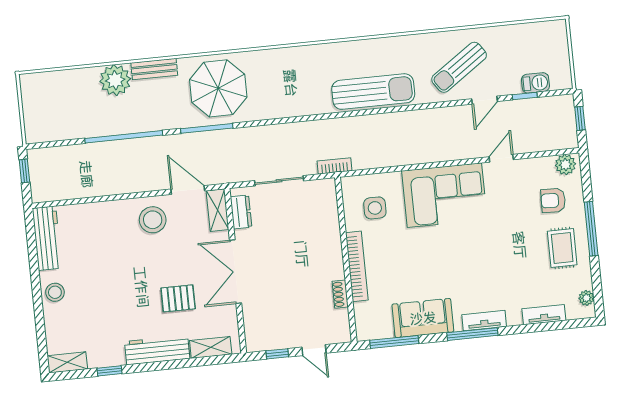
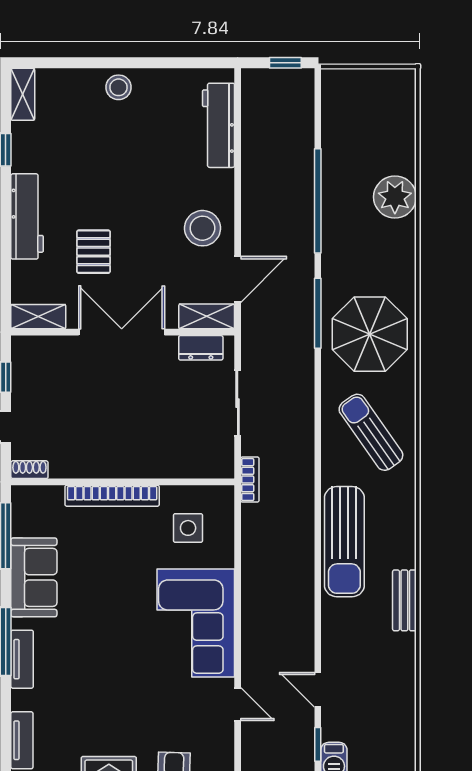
sun lounger: (459, 67) -> (371, 432), moved
bench: (154, 69) -> (404, 600), moved
workbench: (47, 238) -> (219, 125), moved, turned 90
shoe rack: (340, 294) -> (29, 470), moved
shelving: (211, 347) -> (38, 317), moved, turned 90

